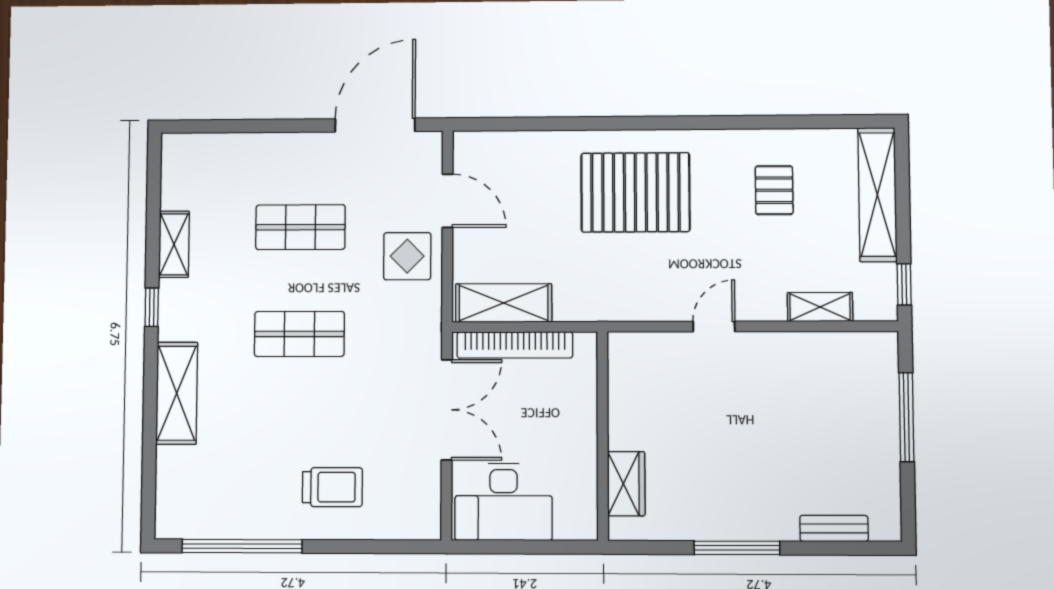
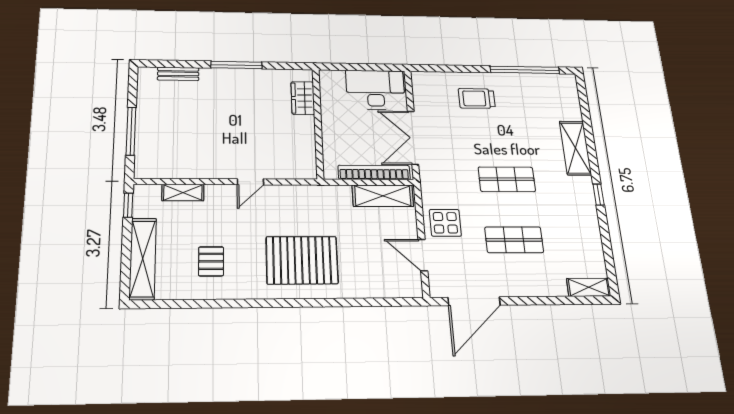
shelving: (174, 244) -> (589, 287), moved, turned 90

